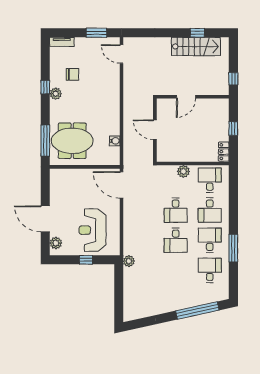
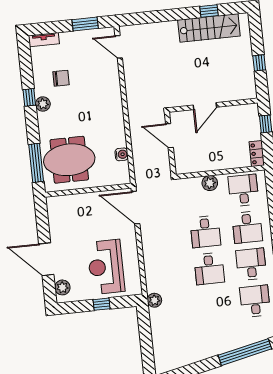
door: (186, 97) -> (205, 106), moved
wall: (193, 97) -> (213, 105), moved

